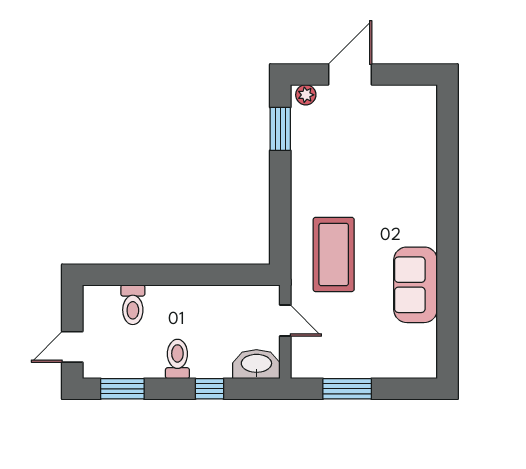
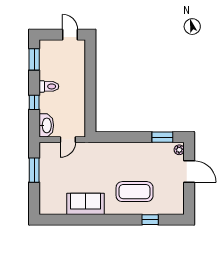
window: (447, 154) -> (150, 220), added
coffee table: (334, 254) -> (135, 192), moved
toilet: (133, 305) -> (76, 64), removed
door: (72, 347) -> (70, 35), moved

